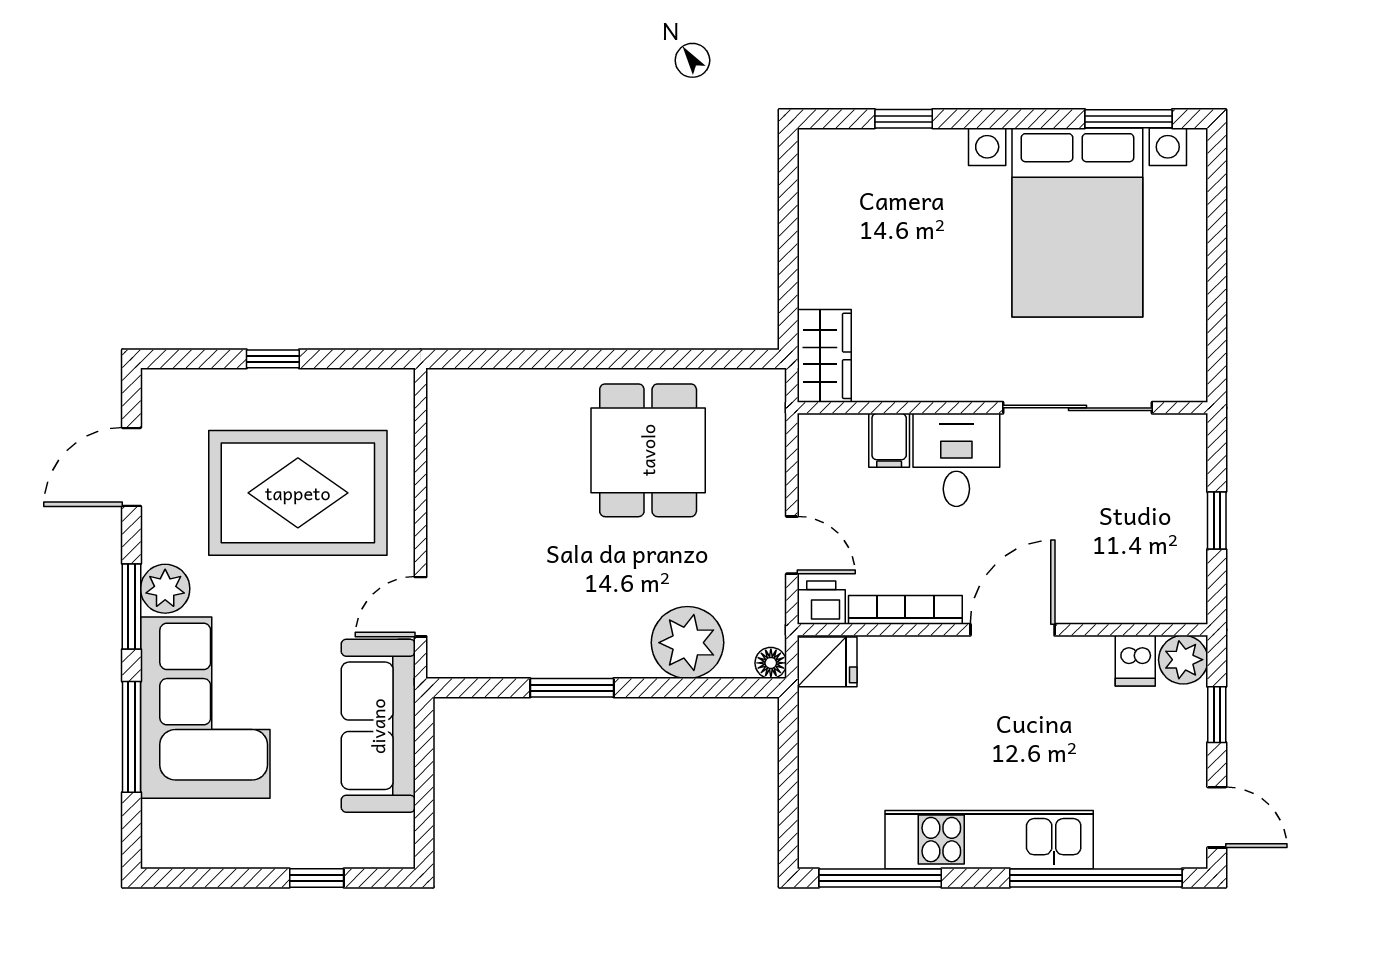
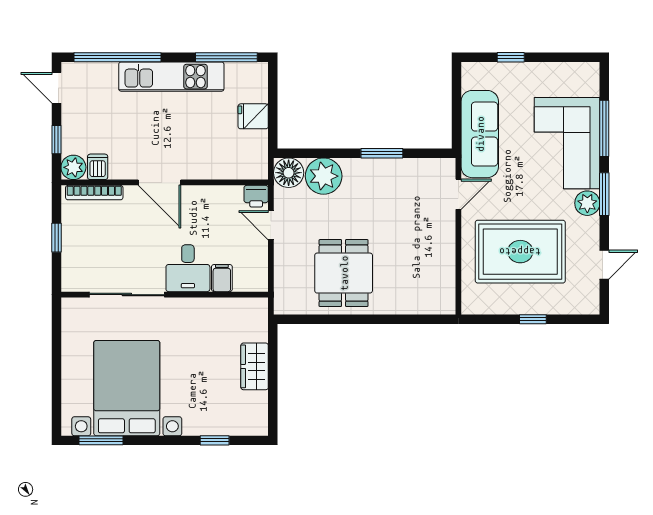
wardrobe: (824, 356) -> (255, 366), moved
door: (132, 467) -> (604, 265), width x0.73
bookcase: (905, 610) -> (94, 193), moved
door: (1013, 630) -> (160, 182), hinge flipped
fridge: (827, 662) -> (253, 116), moved
floor lamp: (771, 663) -> (289, 173), width x1.89, depth x1.89

